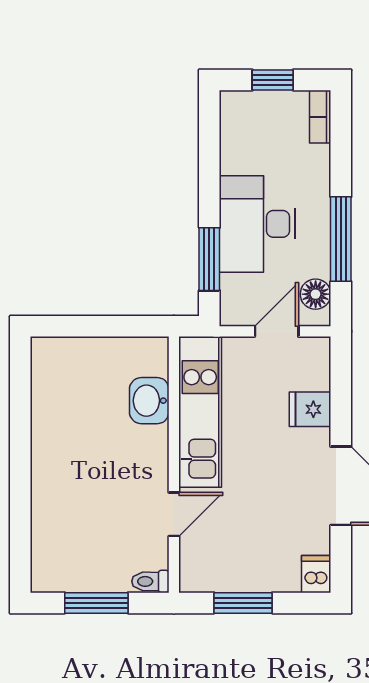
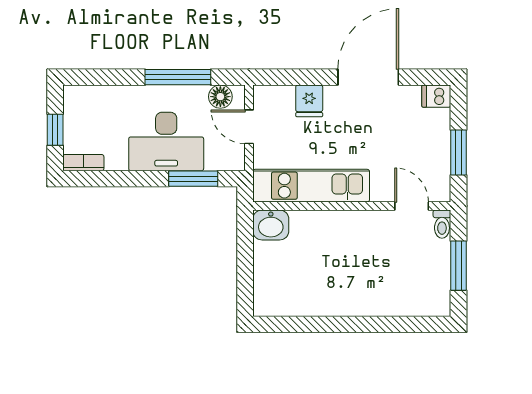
bookcase: (320, 117) -> (83, 163), moved, turned 180
washbasin: (149, 401) -> (271, 225), moved
door: (174, 514) -> (412, 206), moved

